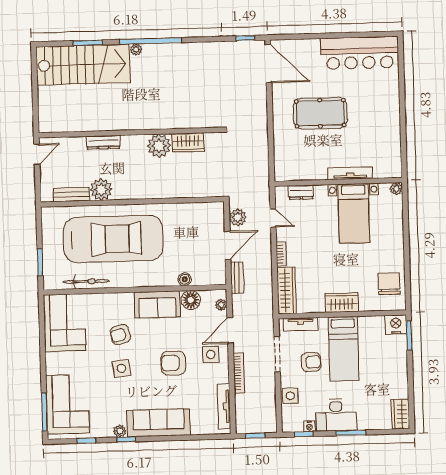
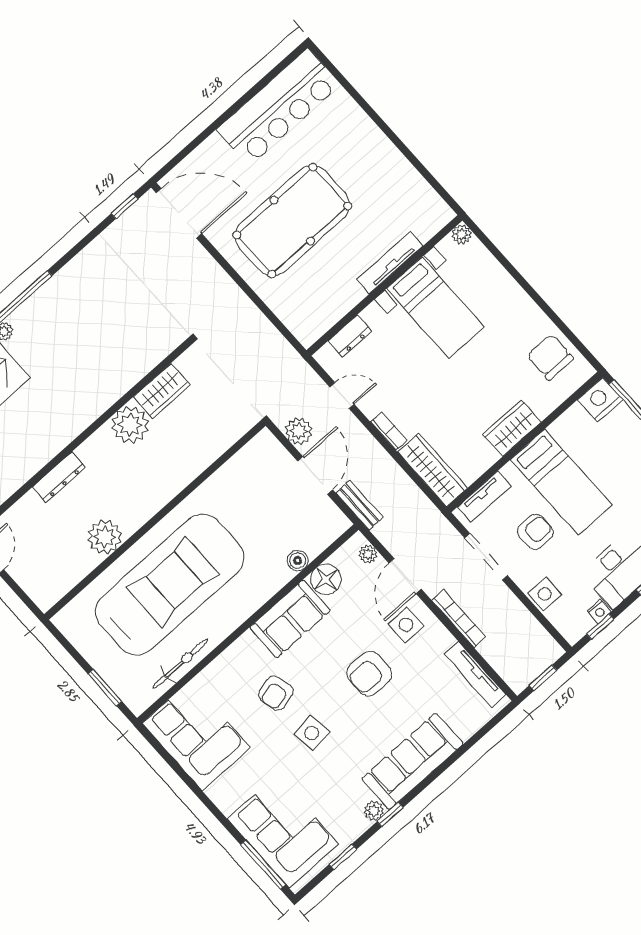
pool table: (320, 113) -> (292, 221), width x1.36, depth x1.32
bench: (71, 195) -> (74, 573), removed

